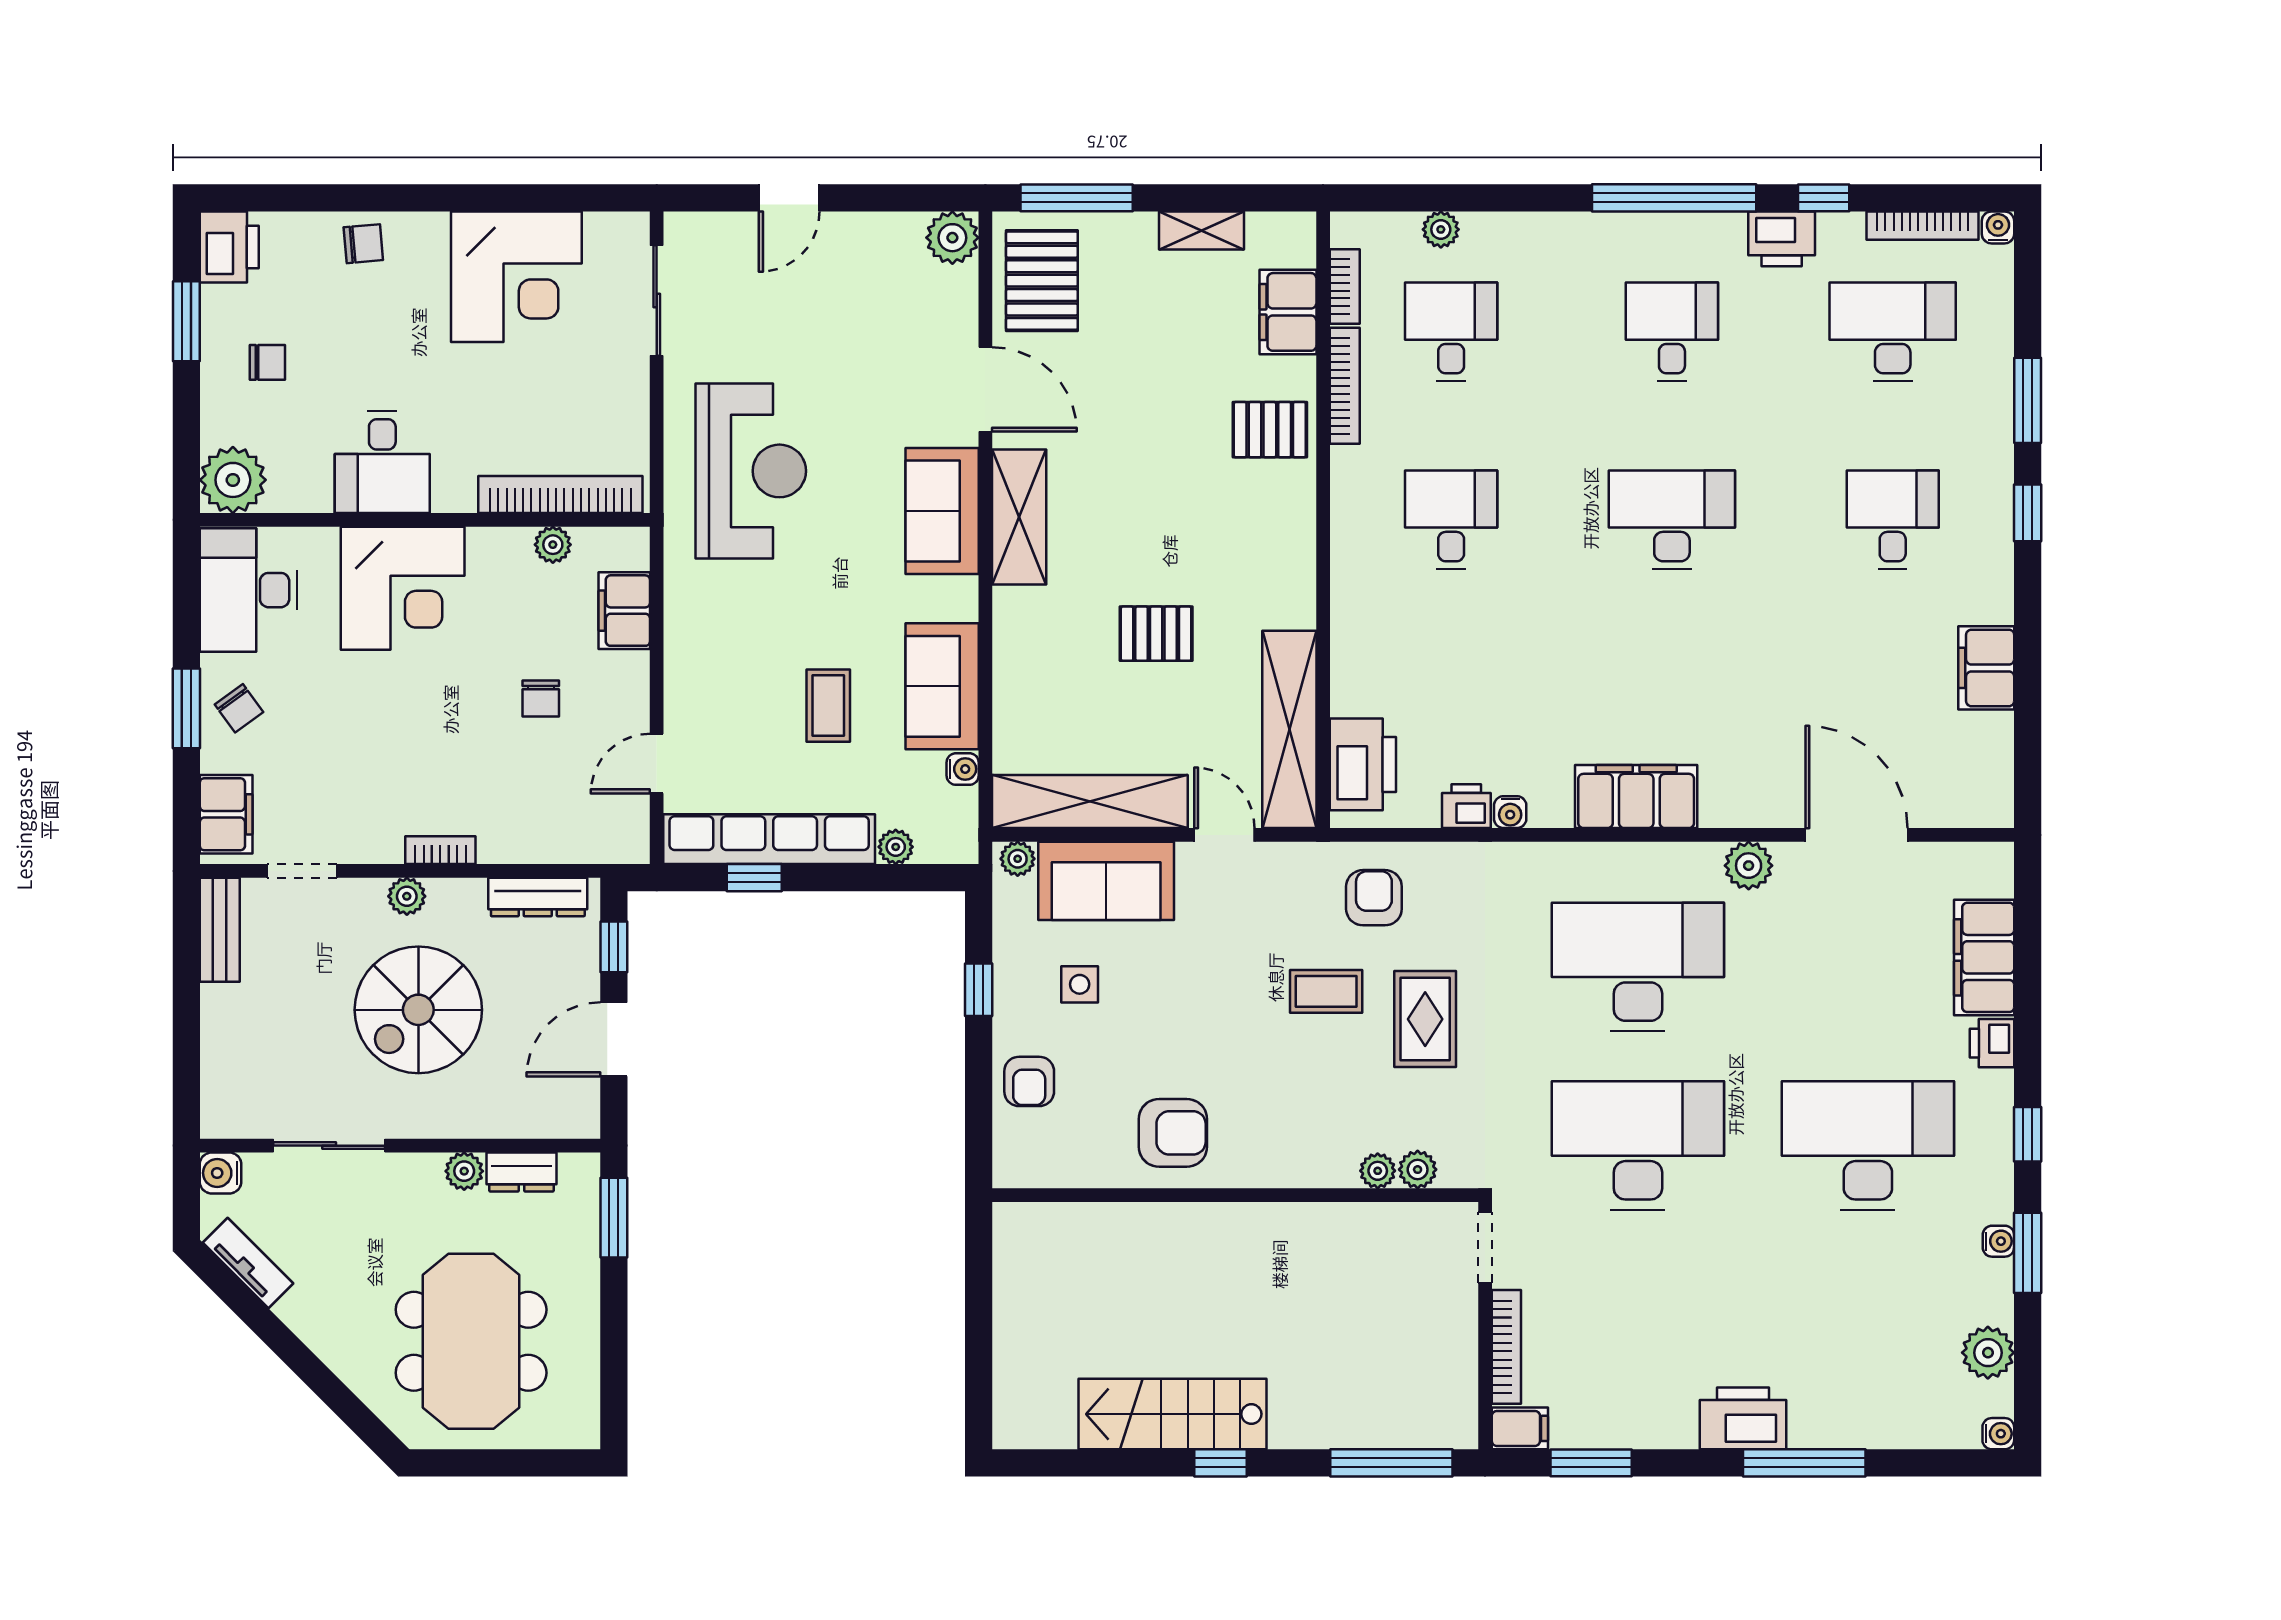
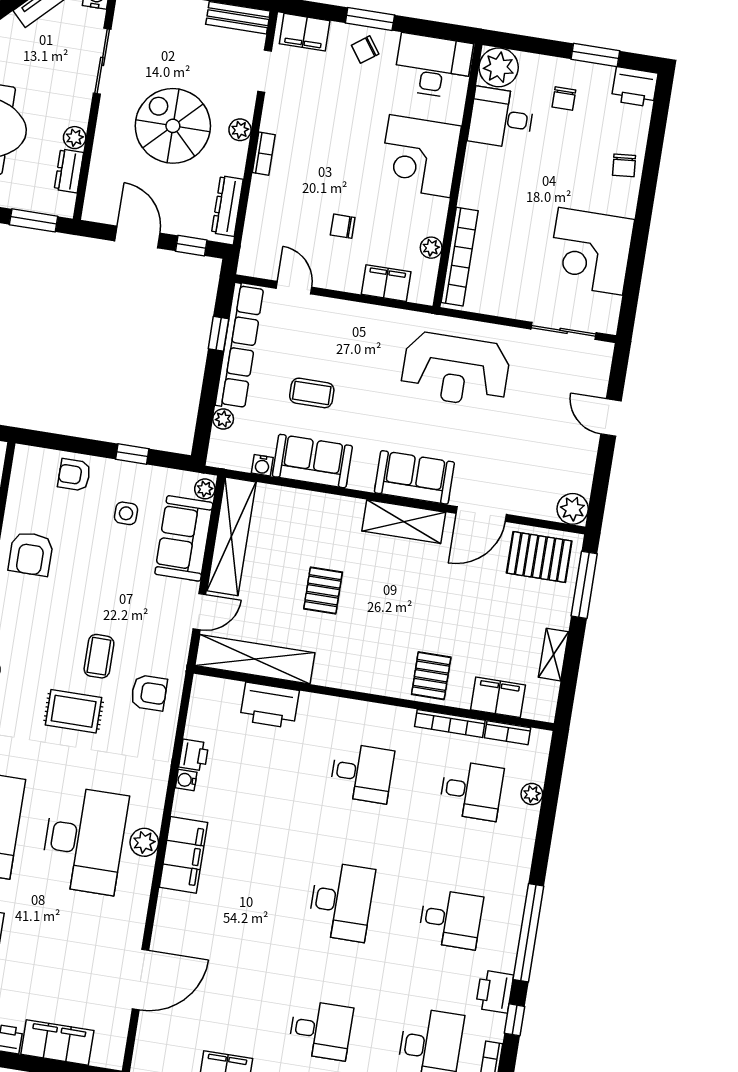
desk: (382, 462) -> (501, 118), moved
printer: (1363, 764) -> (270, 705), moved
plant: (1749, 866) -> (144, 842), moved

